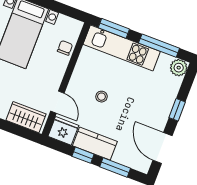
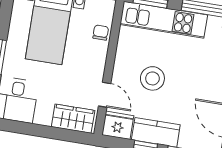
stool: (101, 97) -> (152, 78), width x1.89, depth x1.89

